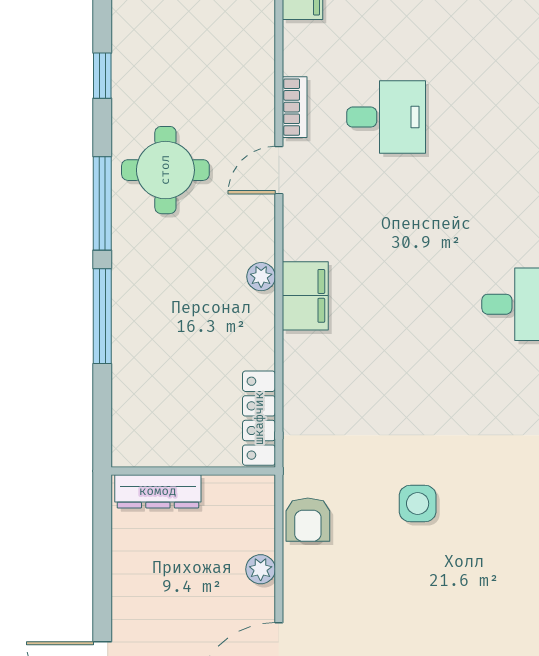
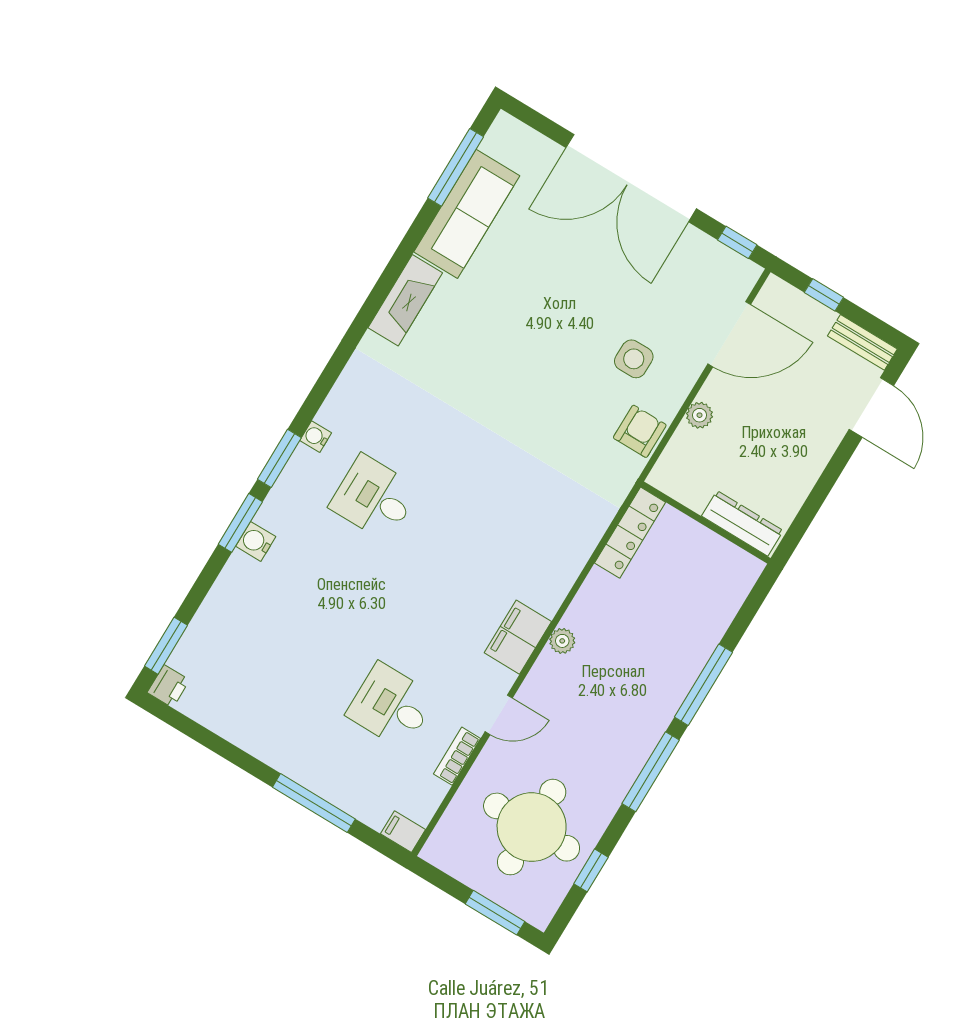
round table: (165, 170) -> (532, 827), moved, width x1.36, depth x1.36
filing cabinet: (305, 296) -> (518, 637), moved
side table: (418, 504) -> (634, 359), moved

